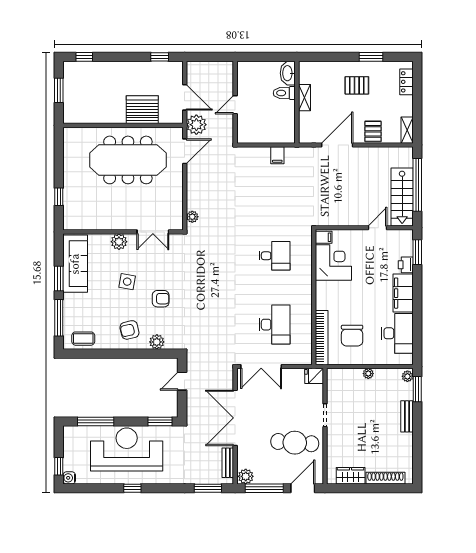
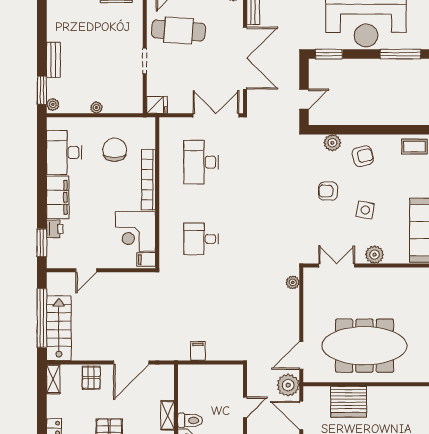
stairs: (402, 197) -> (59, 328), moved
bookcase: (322, 338) -> (149, 180), moved

